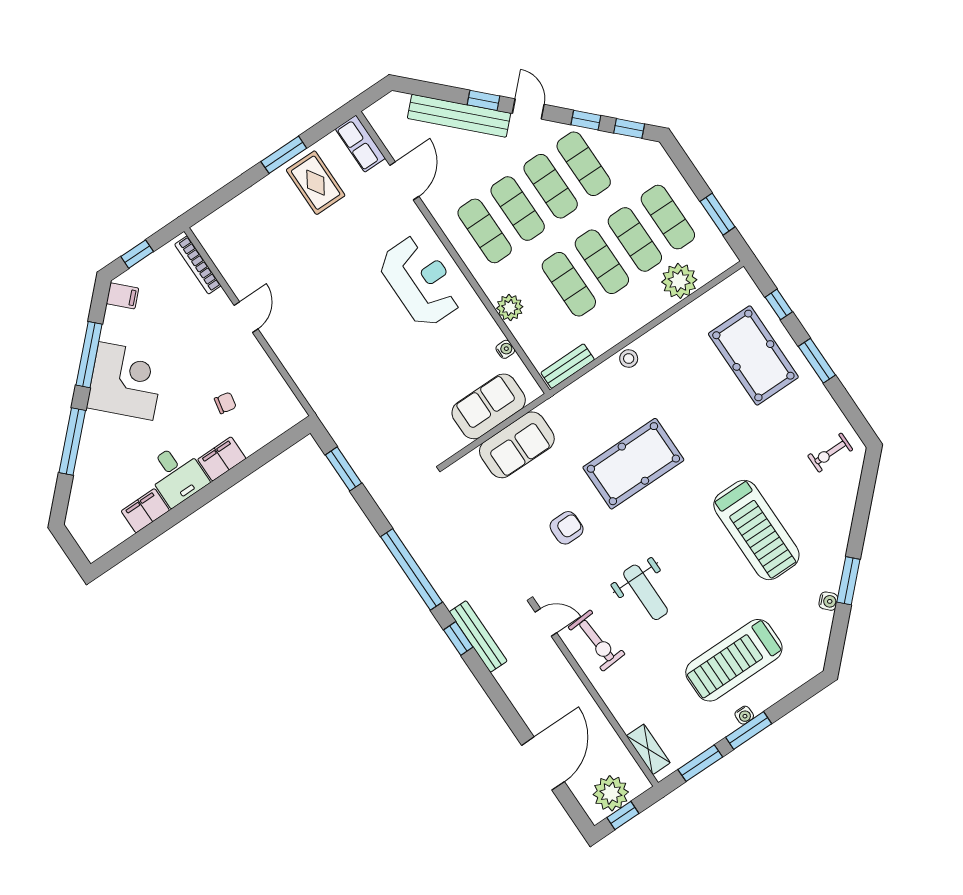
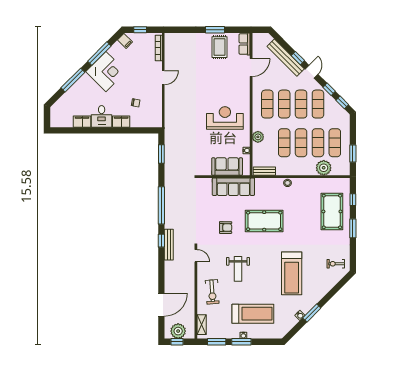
reception desk: (421, 281) -> (225, 118), moved, turned -90
sofa: (517, 445) -> (233, 187), width x1.36
exercise bike: (597, 641) -> (212, 292), moved
treadmill: (734, 660) -> (253, 314), turned 180

